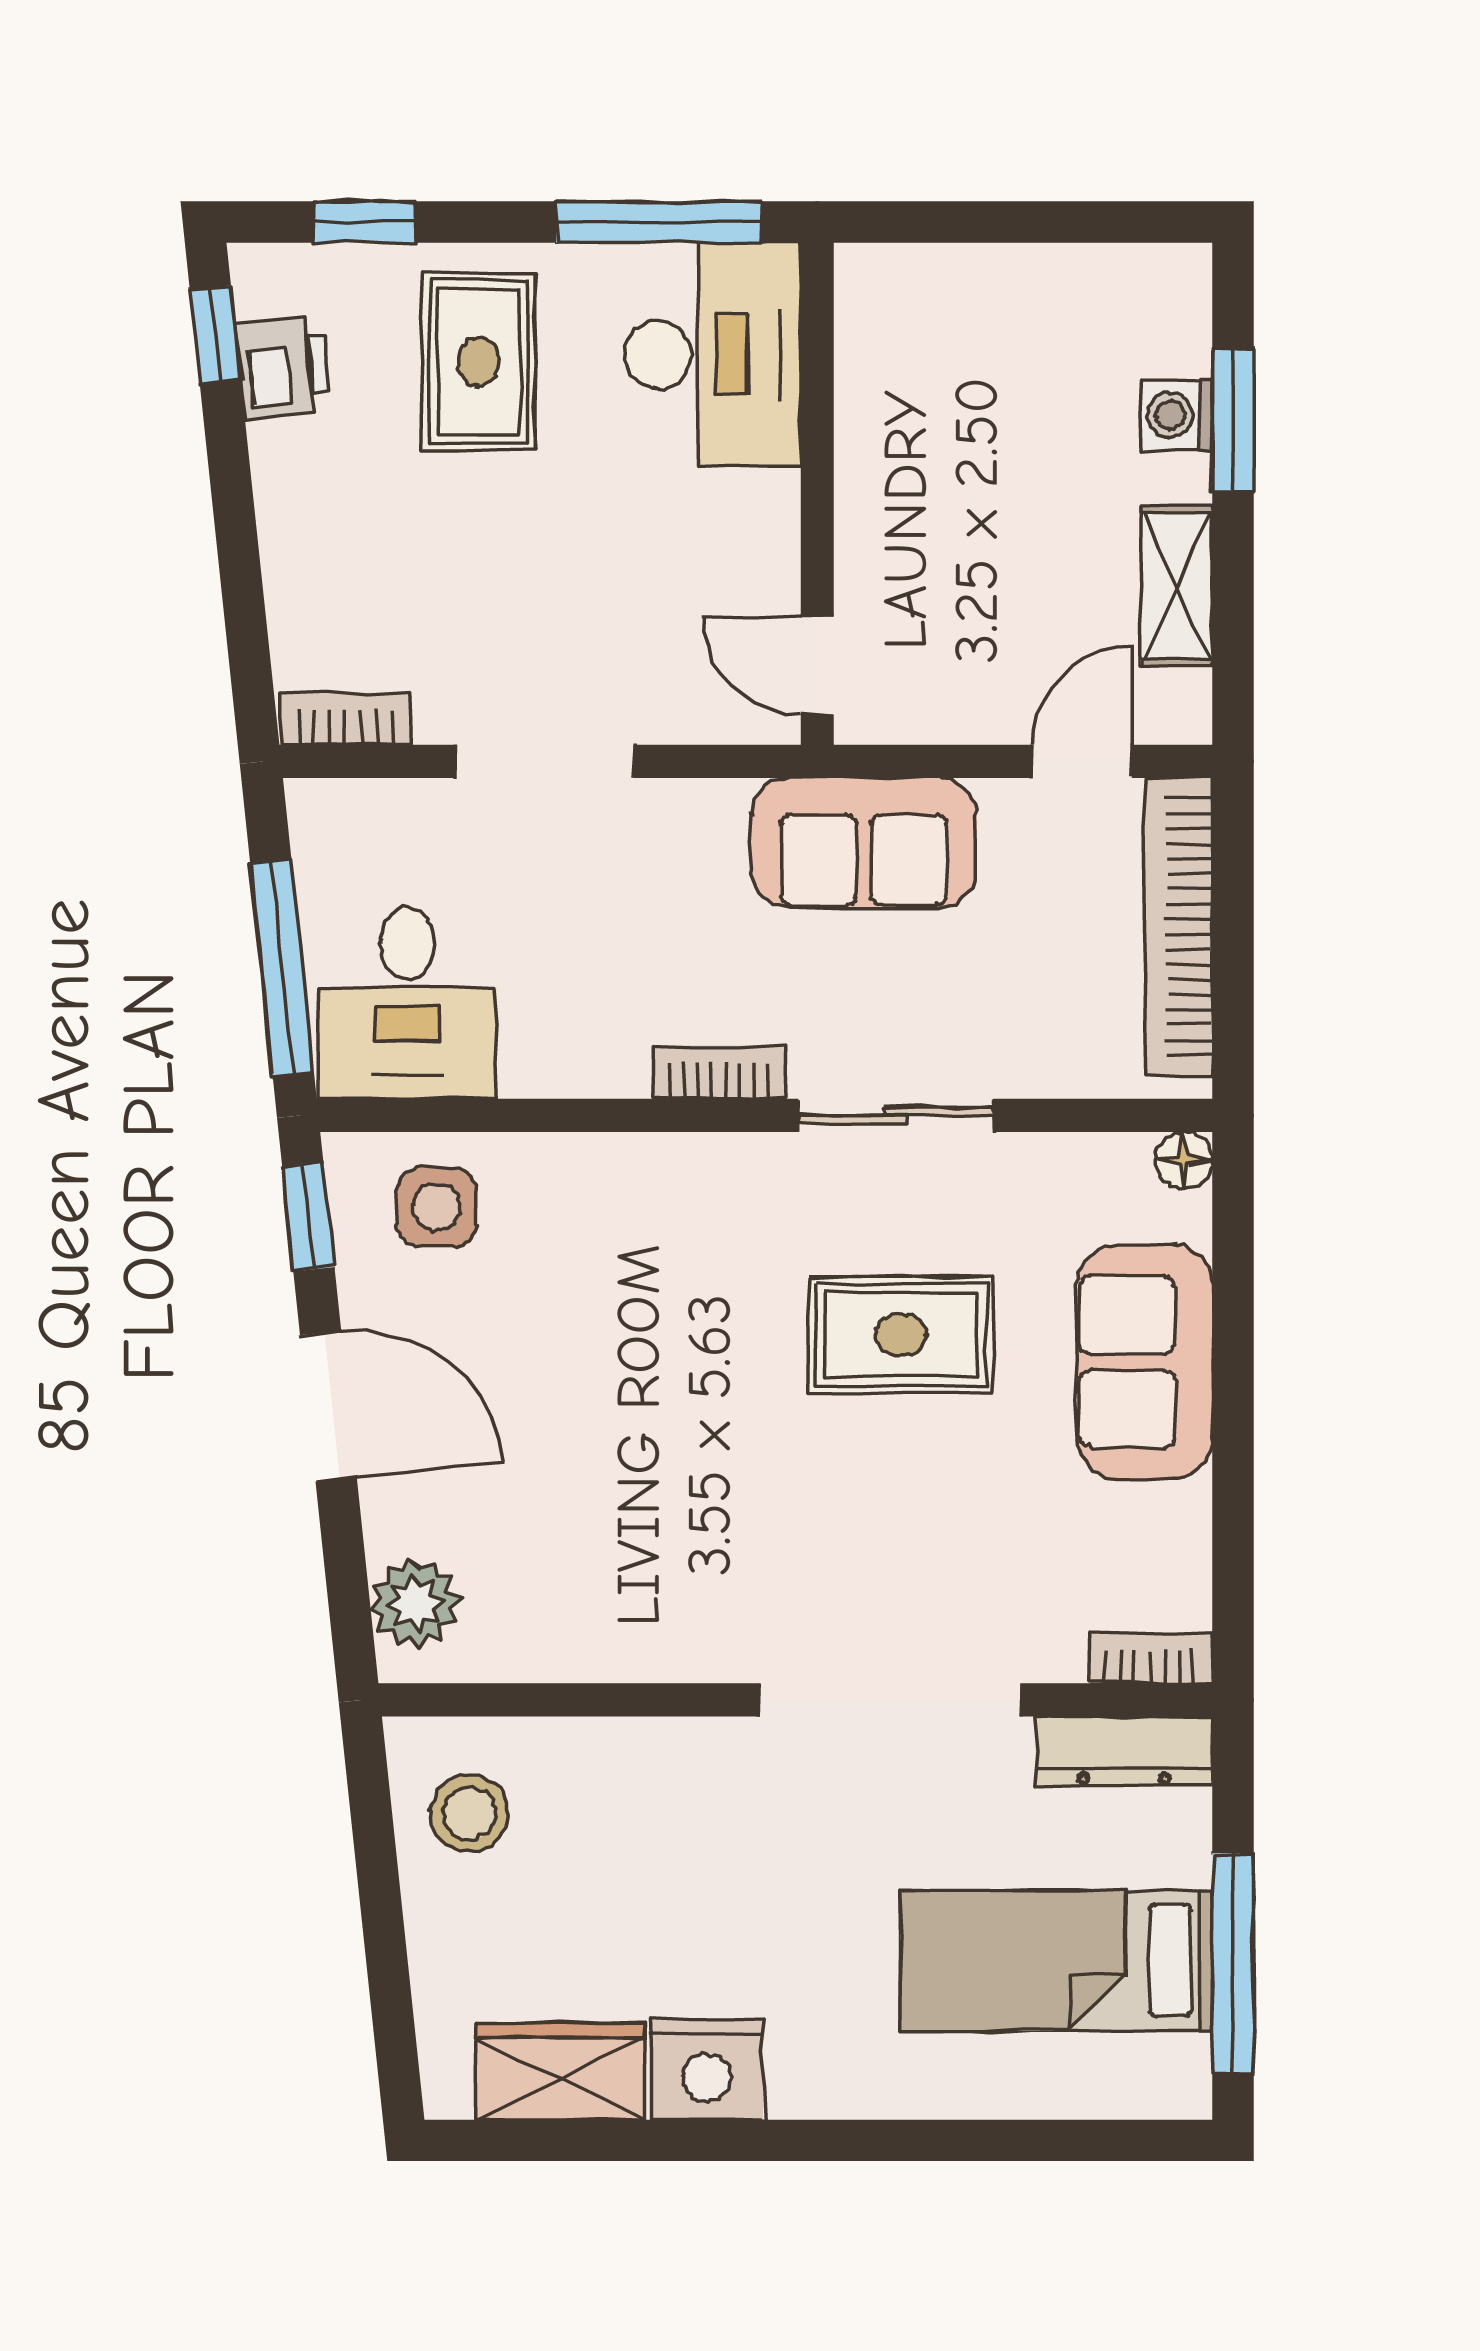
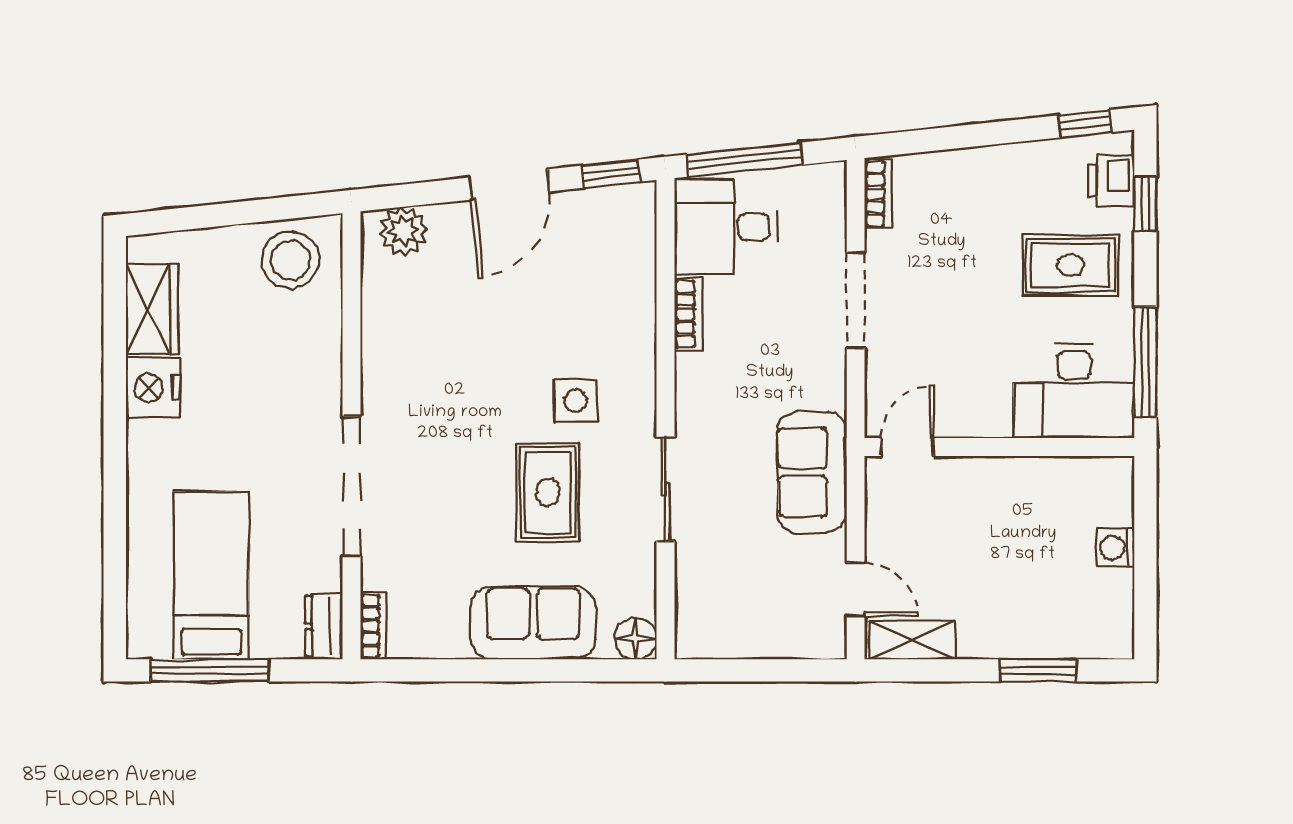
printer: (283, 367) -> (1111, 181), moved, turned 96
washing machine: (1177, 415) -> (1115, 548), moved, turned -90
shelving: (1176, 586) -> (912, 640), moved
bookcase: (1179, 927) -> (767, 641), removed
bookcase: (719, 1072) -> (689, 314), moved
floor lamp: (1184, 1160) -> (636, 638), width x1.37, depth x1.37
side table: (437, 1207) -> (576, 401), moved
dresser: (1124, 1751) -> (324, 626), width x0.70
stool: (469, 1814) -> (290, 260), width x1.38, depth x1.38

